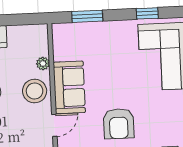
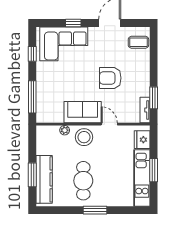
window: (87, 16) -> (32, 97), width x1.44
armchair: (119, 124) -> (110, 78), turned 180

